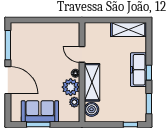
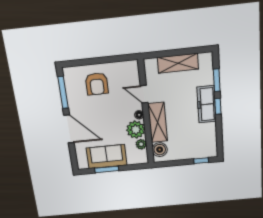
shelving: (129, 30) -> (178, 63), moved
armchair: (40, 41) -> (97, 84), added
window: (149, 104) -> (217, 80), moved

